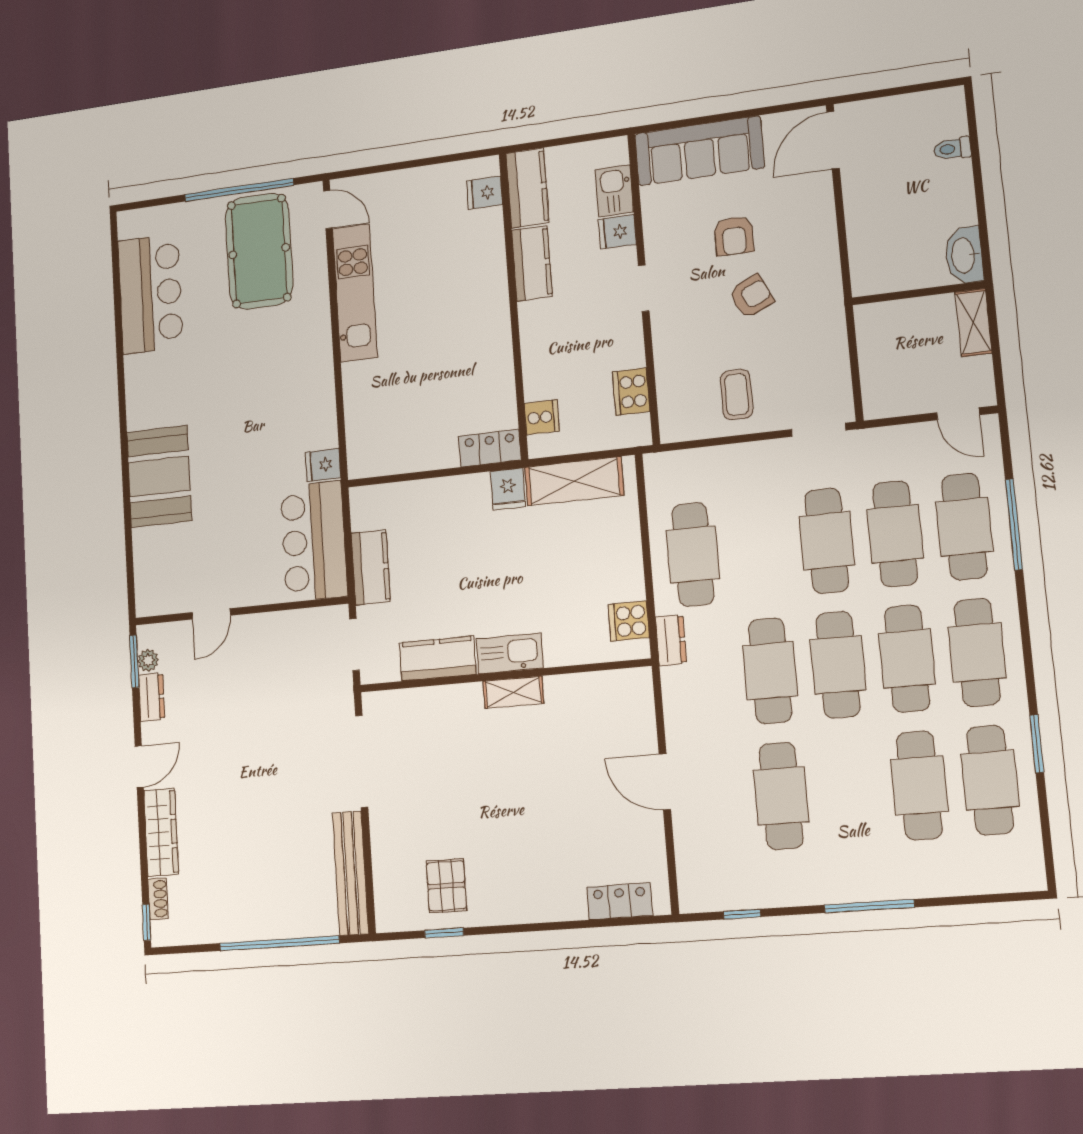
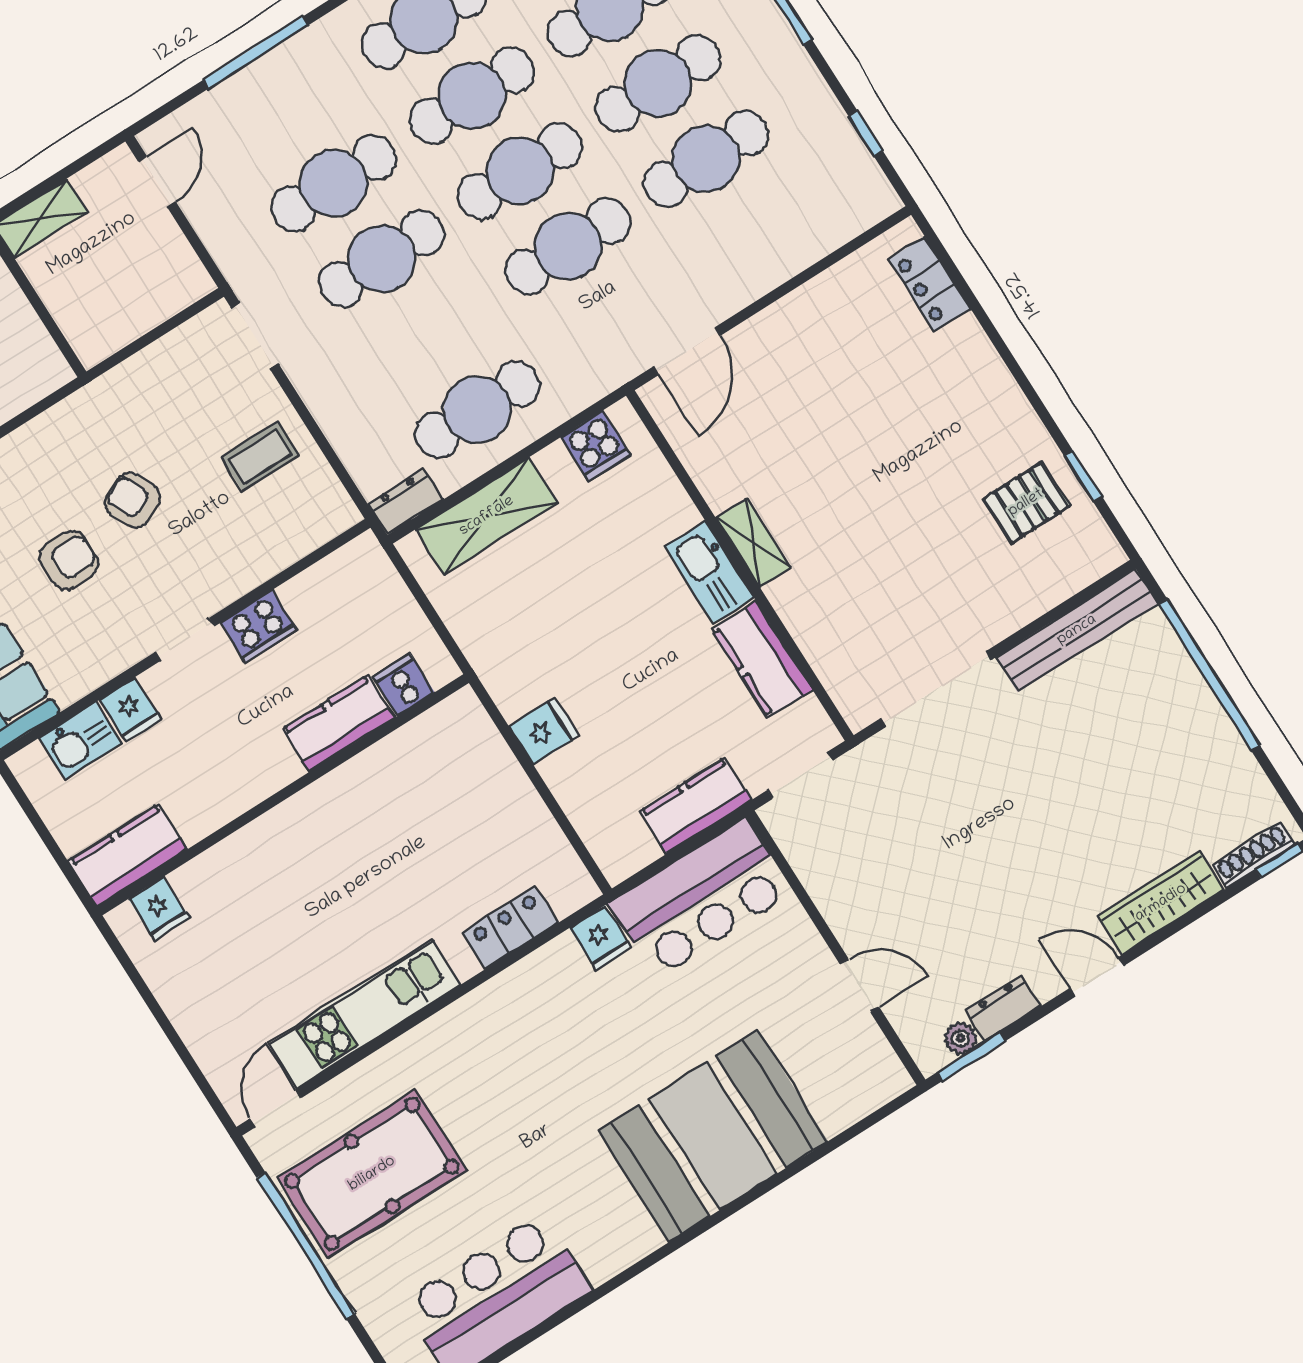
kitchen counter: (532, 263) -> (338, 723), moved
cooker: (631, 392) -> (259, 626), moved
locker: (490, 448) -> (510, 927), moved, turned 90
booth: (159, 476) -> (713, 1136), width x1.36, depth x1.42
shelving: (574, 481) -> (487, 516), moved, turned 90
fridge: (508, 489) -> (544, 731), moved
cafe table: (964, 527) -> (658, 83), moved
dresser: (671, 640) -> (405, 502), moved
door: (665, 782) -> (687, 351), moved
shoe rack: (158, 899) -> (1253, 855), width x1.43

